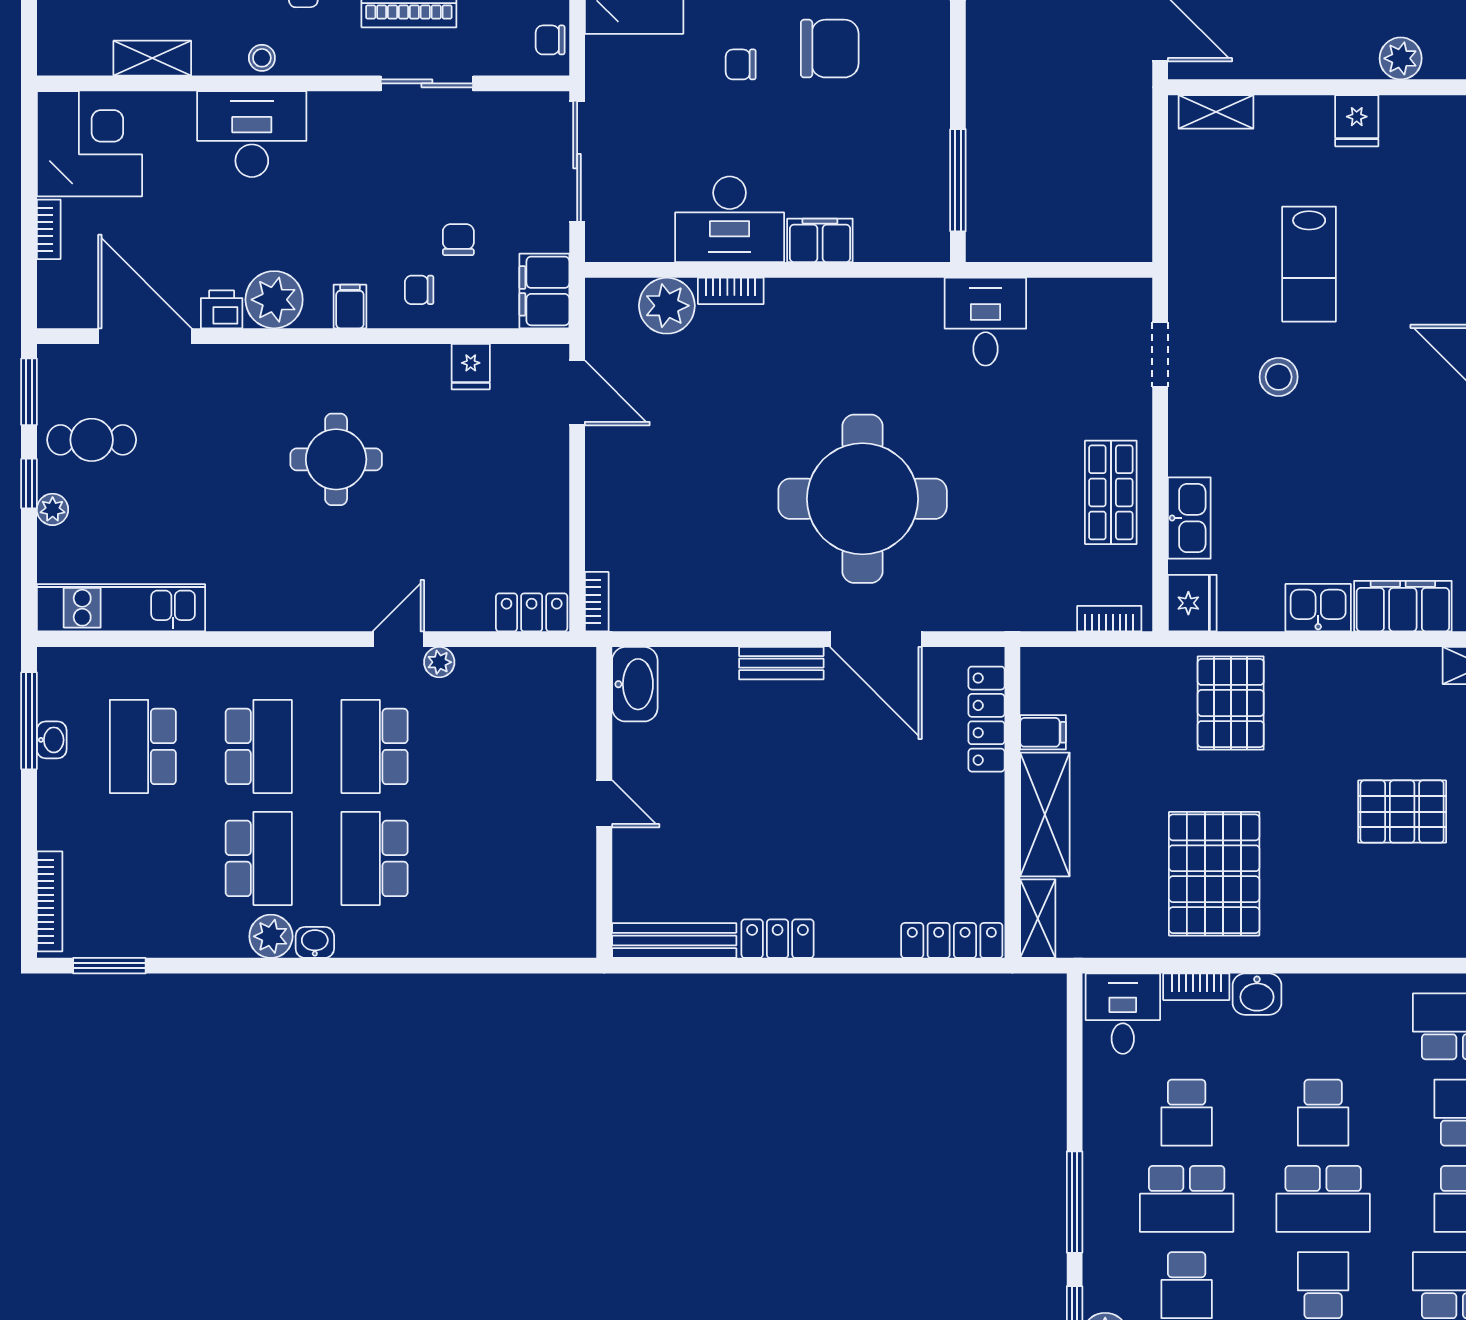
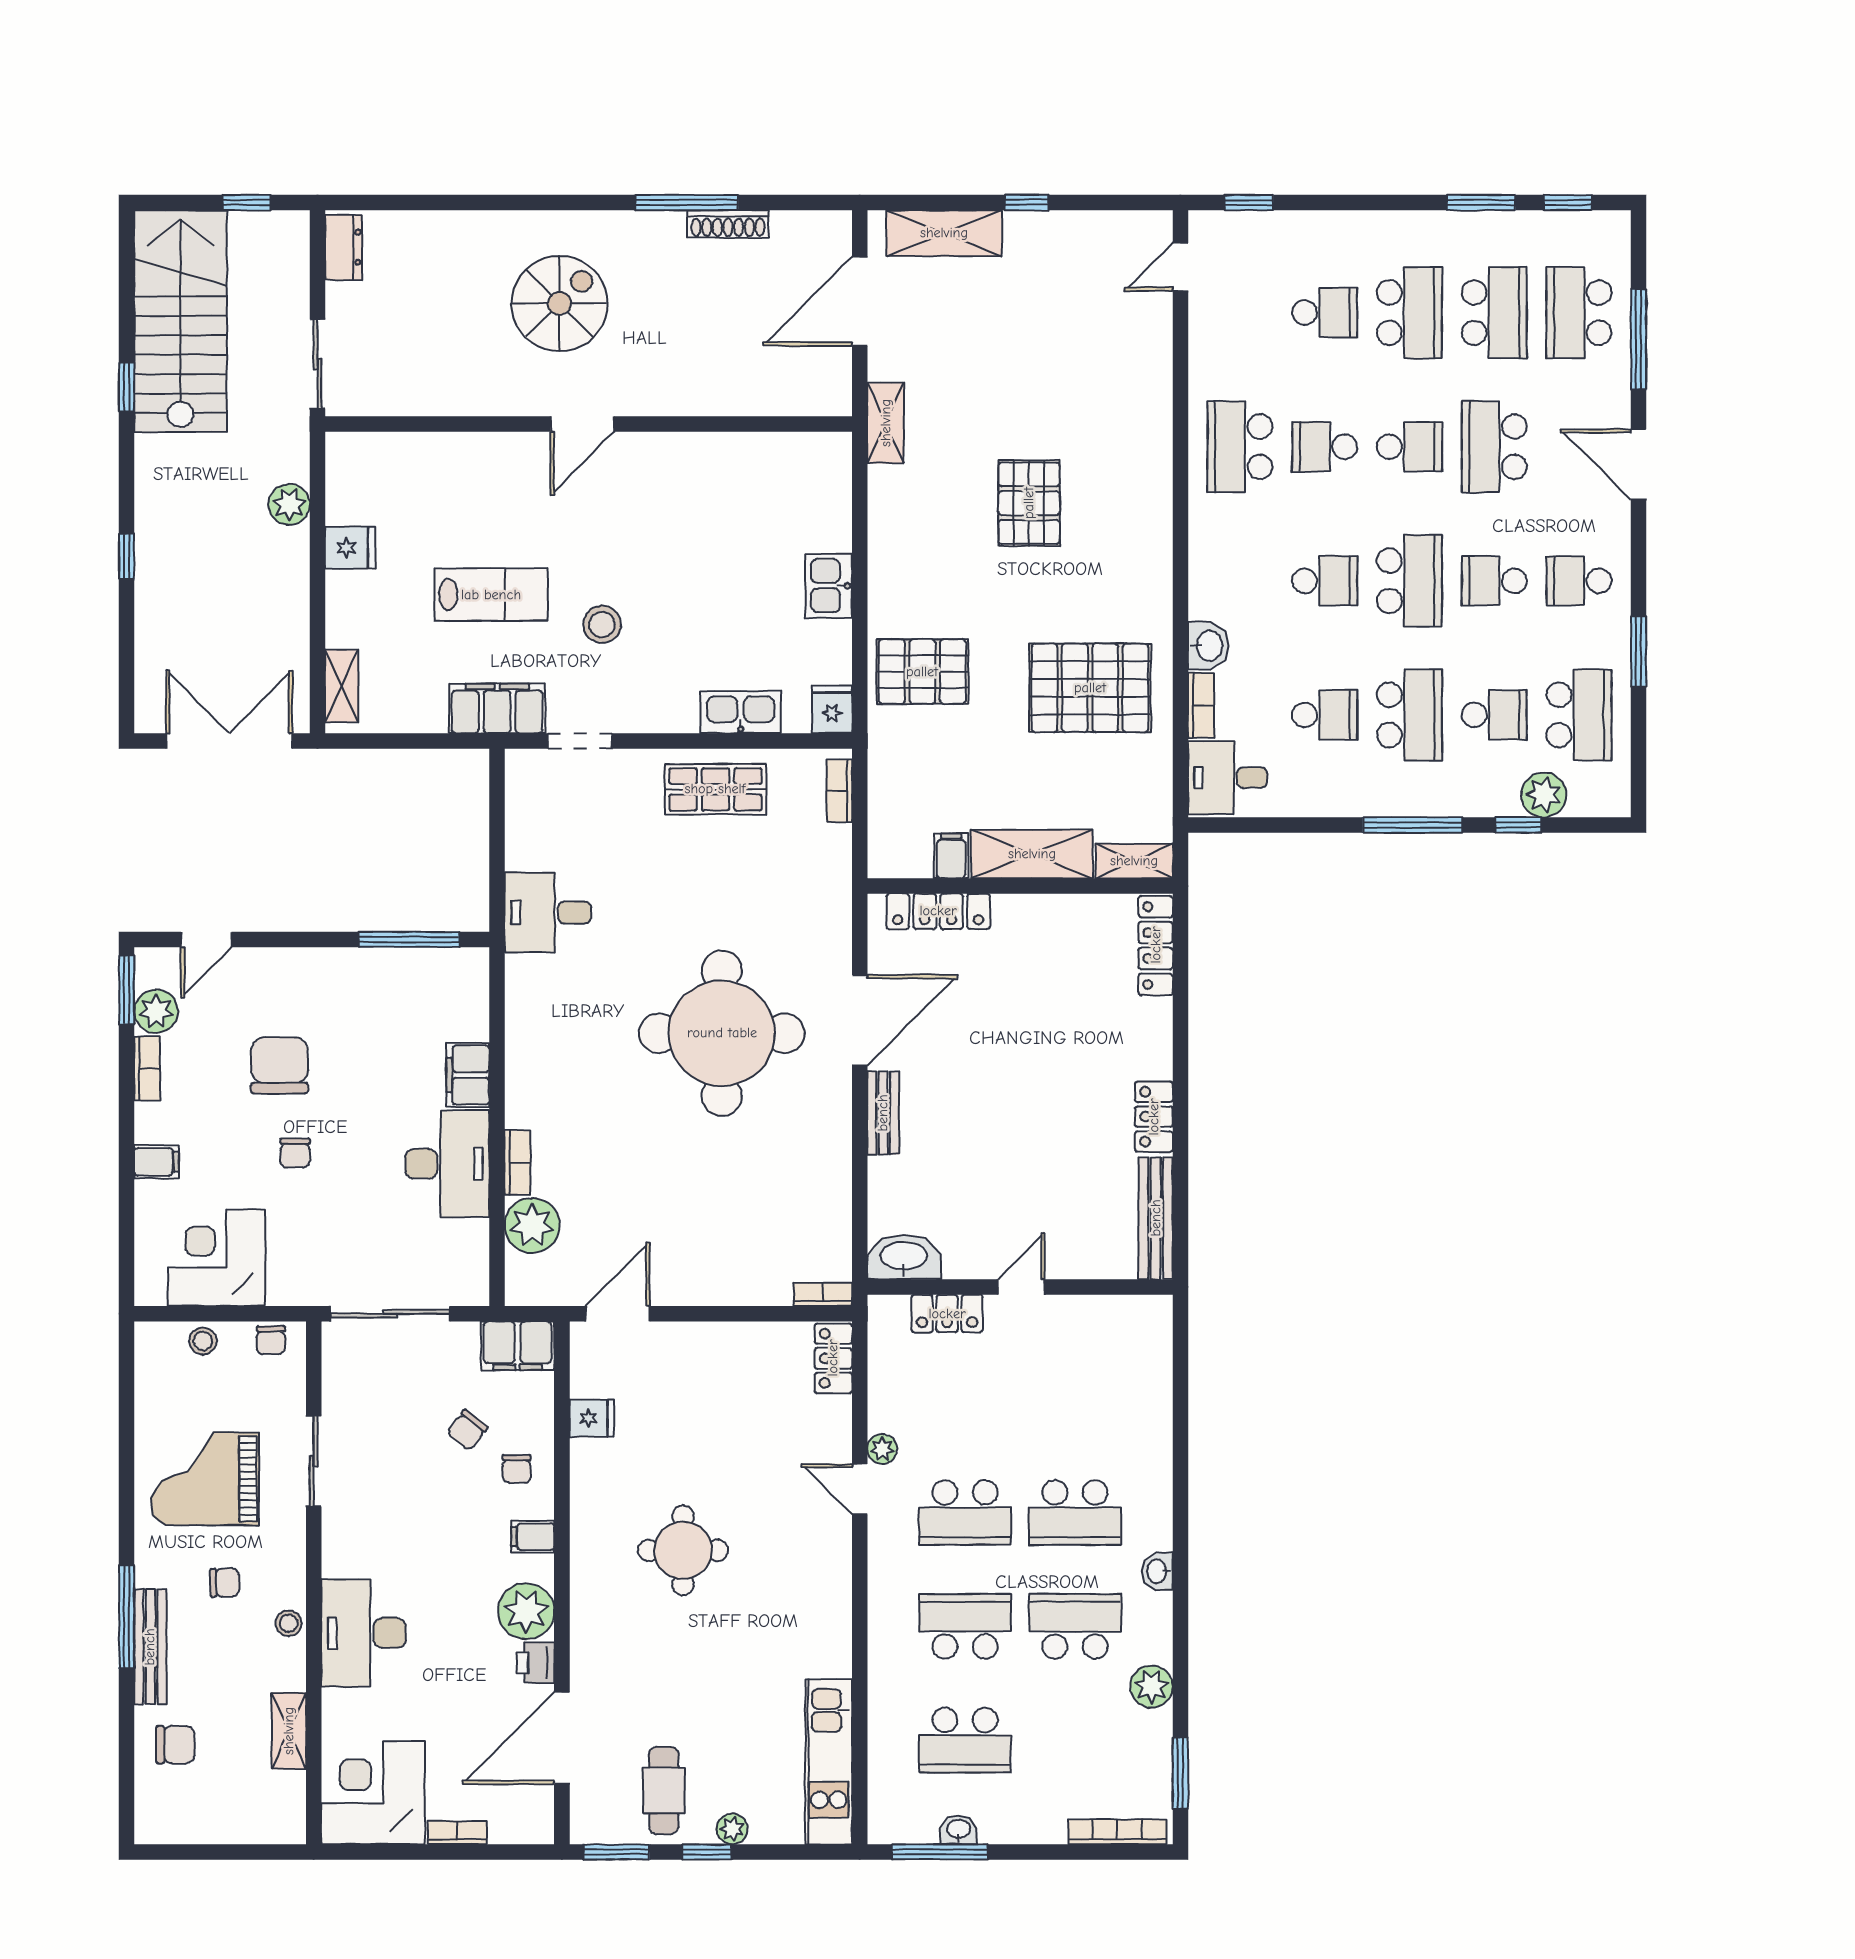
chair: (458, 240) -> (467, 1430), turned -52
fridge: (1192, 603) -> (832, 709), width x0.72
filing cabinet: (1403, 606) -> (497, 708), moved, turned 90
locker: (577, 728) -> (947, 1314), added
plant: (271, 936) -> (1152, 1687), moved

